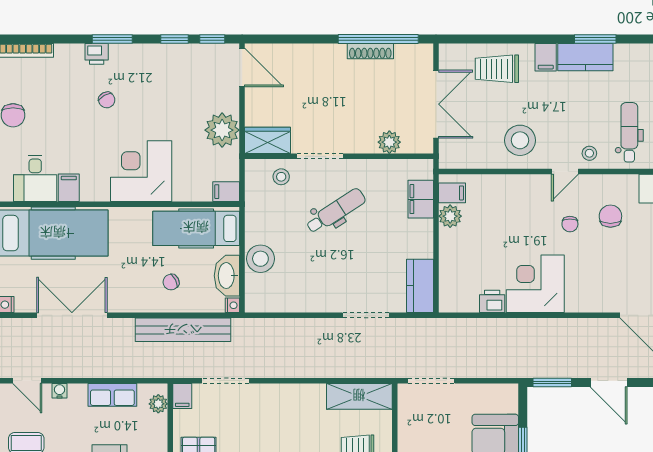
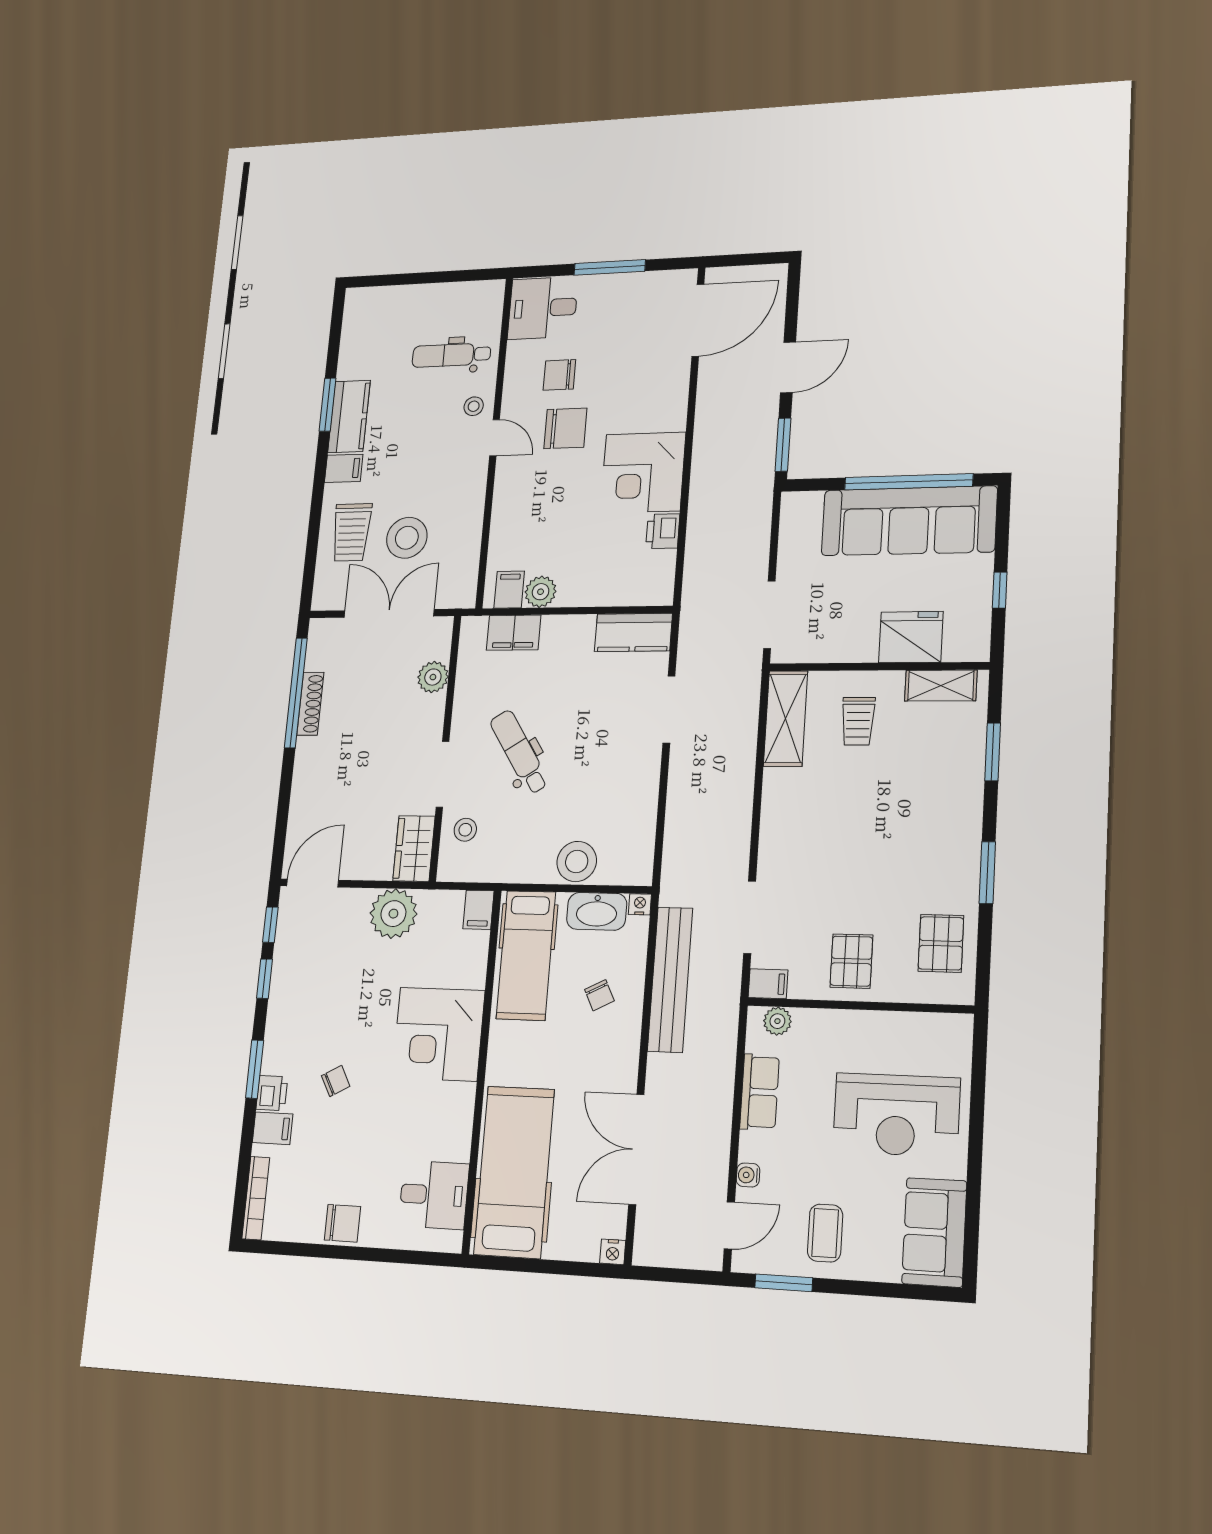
stool: (520, 140) -> (407, 538), moved
filing cabinet: (69, 188) -> (273, 1128), moved, turned 180
chair: (570, 224) -> (565, 428), width x1.87, depth x1.87

